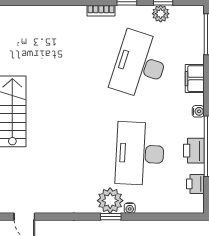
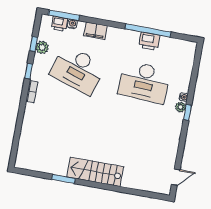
water cooler: (198, 111) -> (72, 24), moved
printer: (195, 184) -> (59, 24), moved
plant: (110, 201) -> (181, 107), width x0.53, depth x0.53

